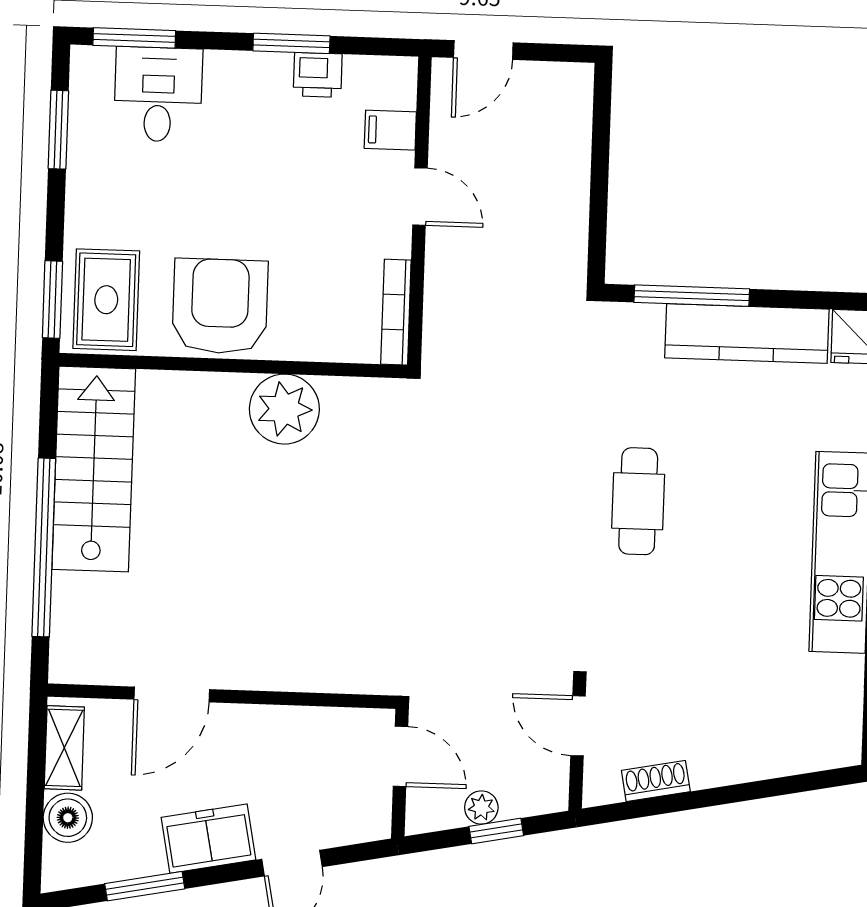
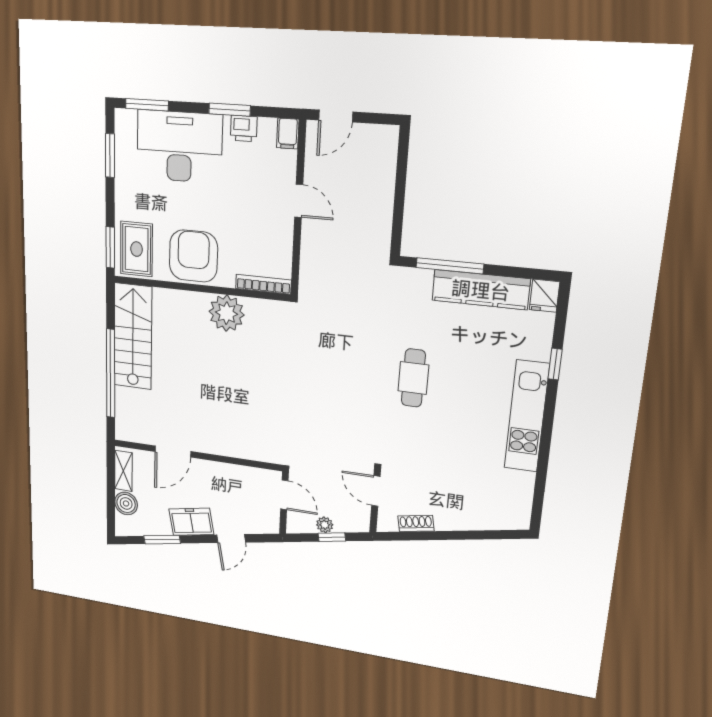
desk: (158, 94) -> (179, 147), width x1.87, depth x1.30
filing cabinet: (390, 130) -> (288, 133), moved, turned -90
bookcase: (396, 312) -> (263, 284), moved, turned 90

